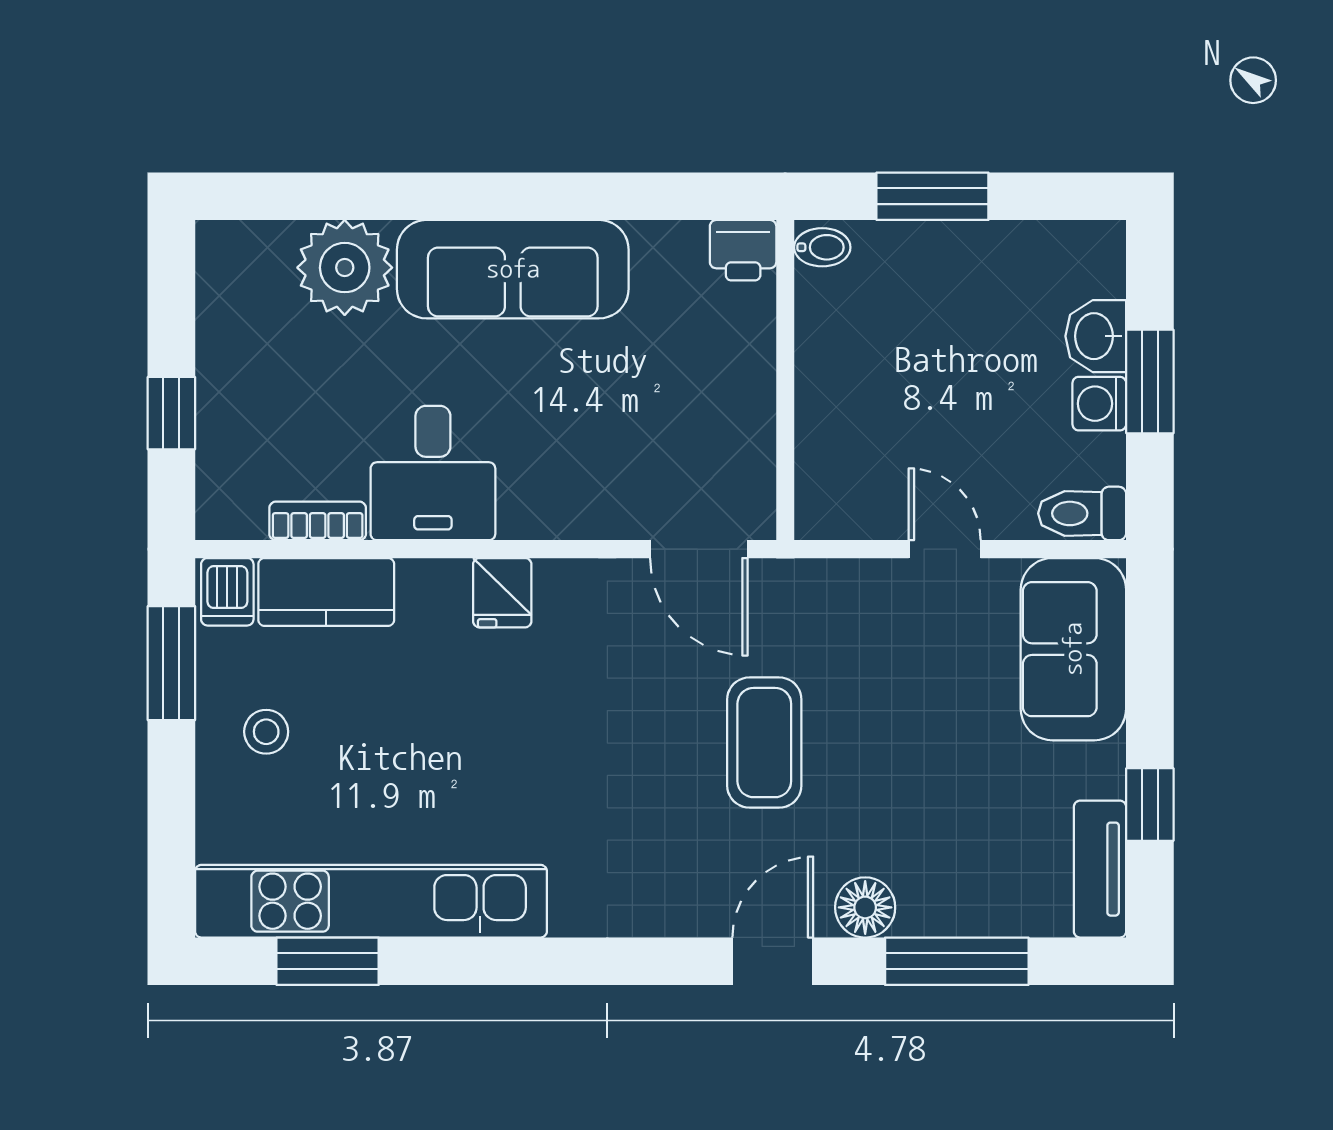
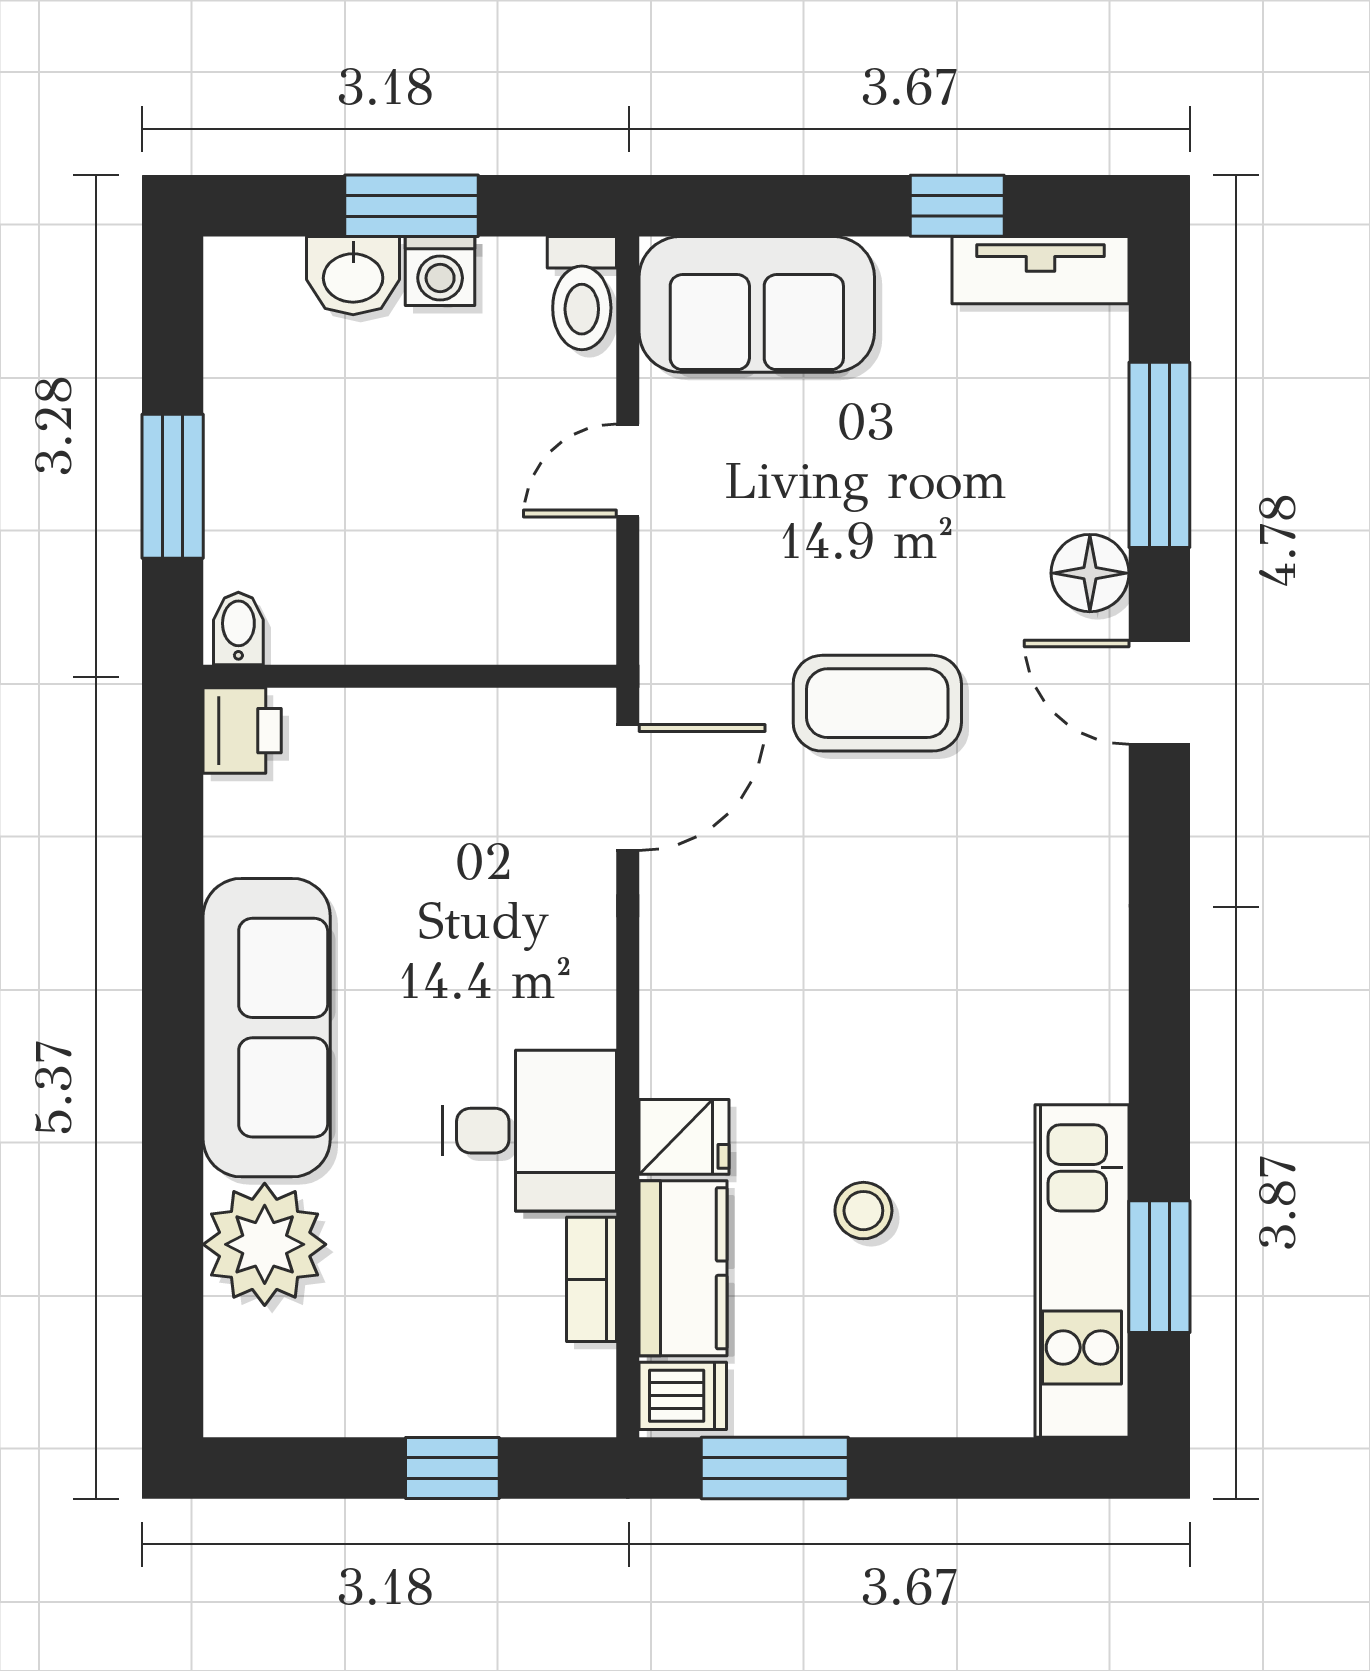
fridge: (502, 593) -> (684, 1137), moved
stool: (266, 732) -> (863, 1211), moved
kitchen unit: (371, 901) -> (1082, 1271), width x0.73

